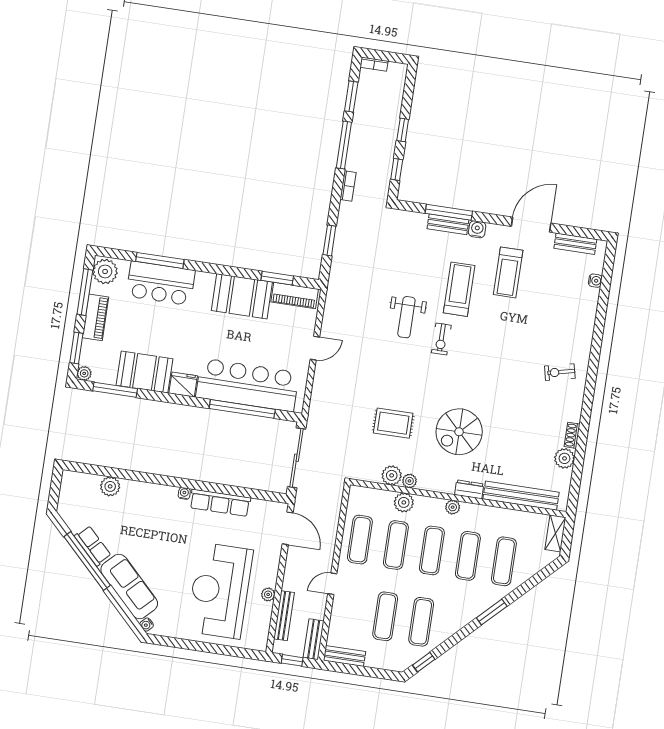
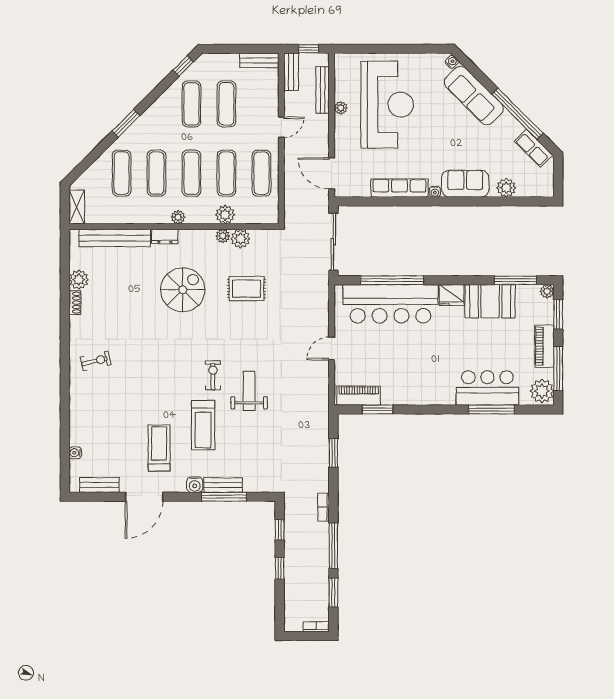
booth: (242, 296) -> (408, 387), removed
sofa: (152, 497) -> (465, 184), added
row of seats: (93, 546) -> (533, 148), moved

